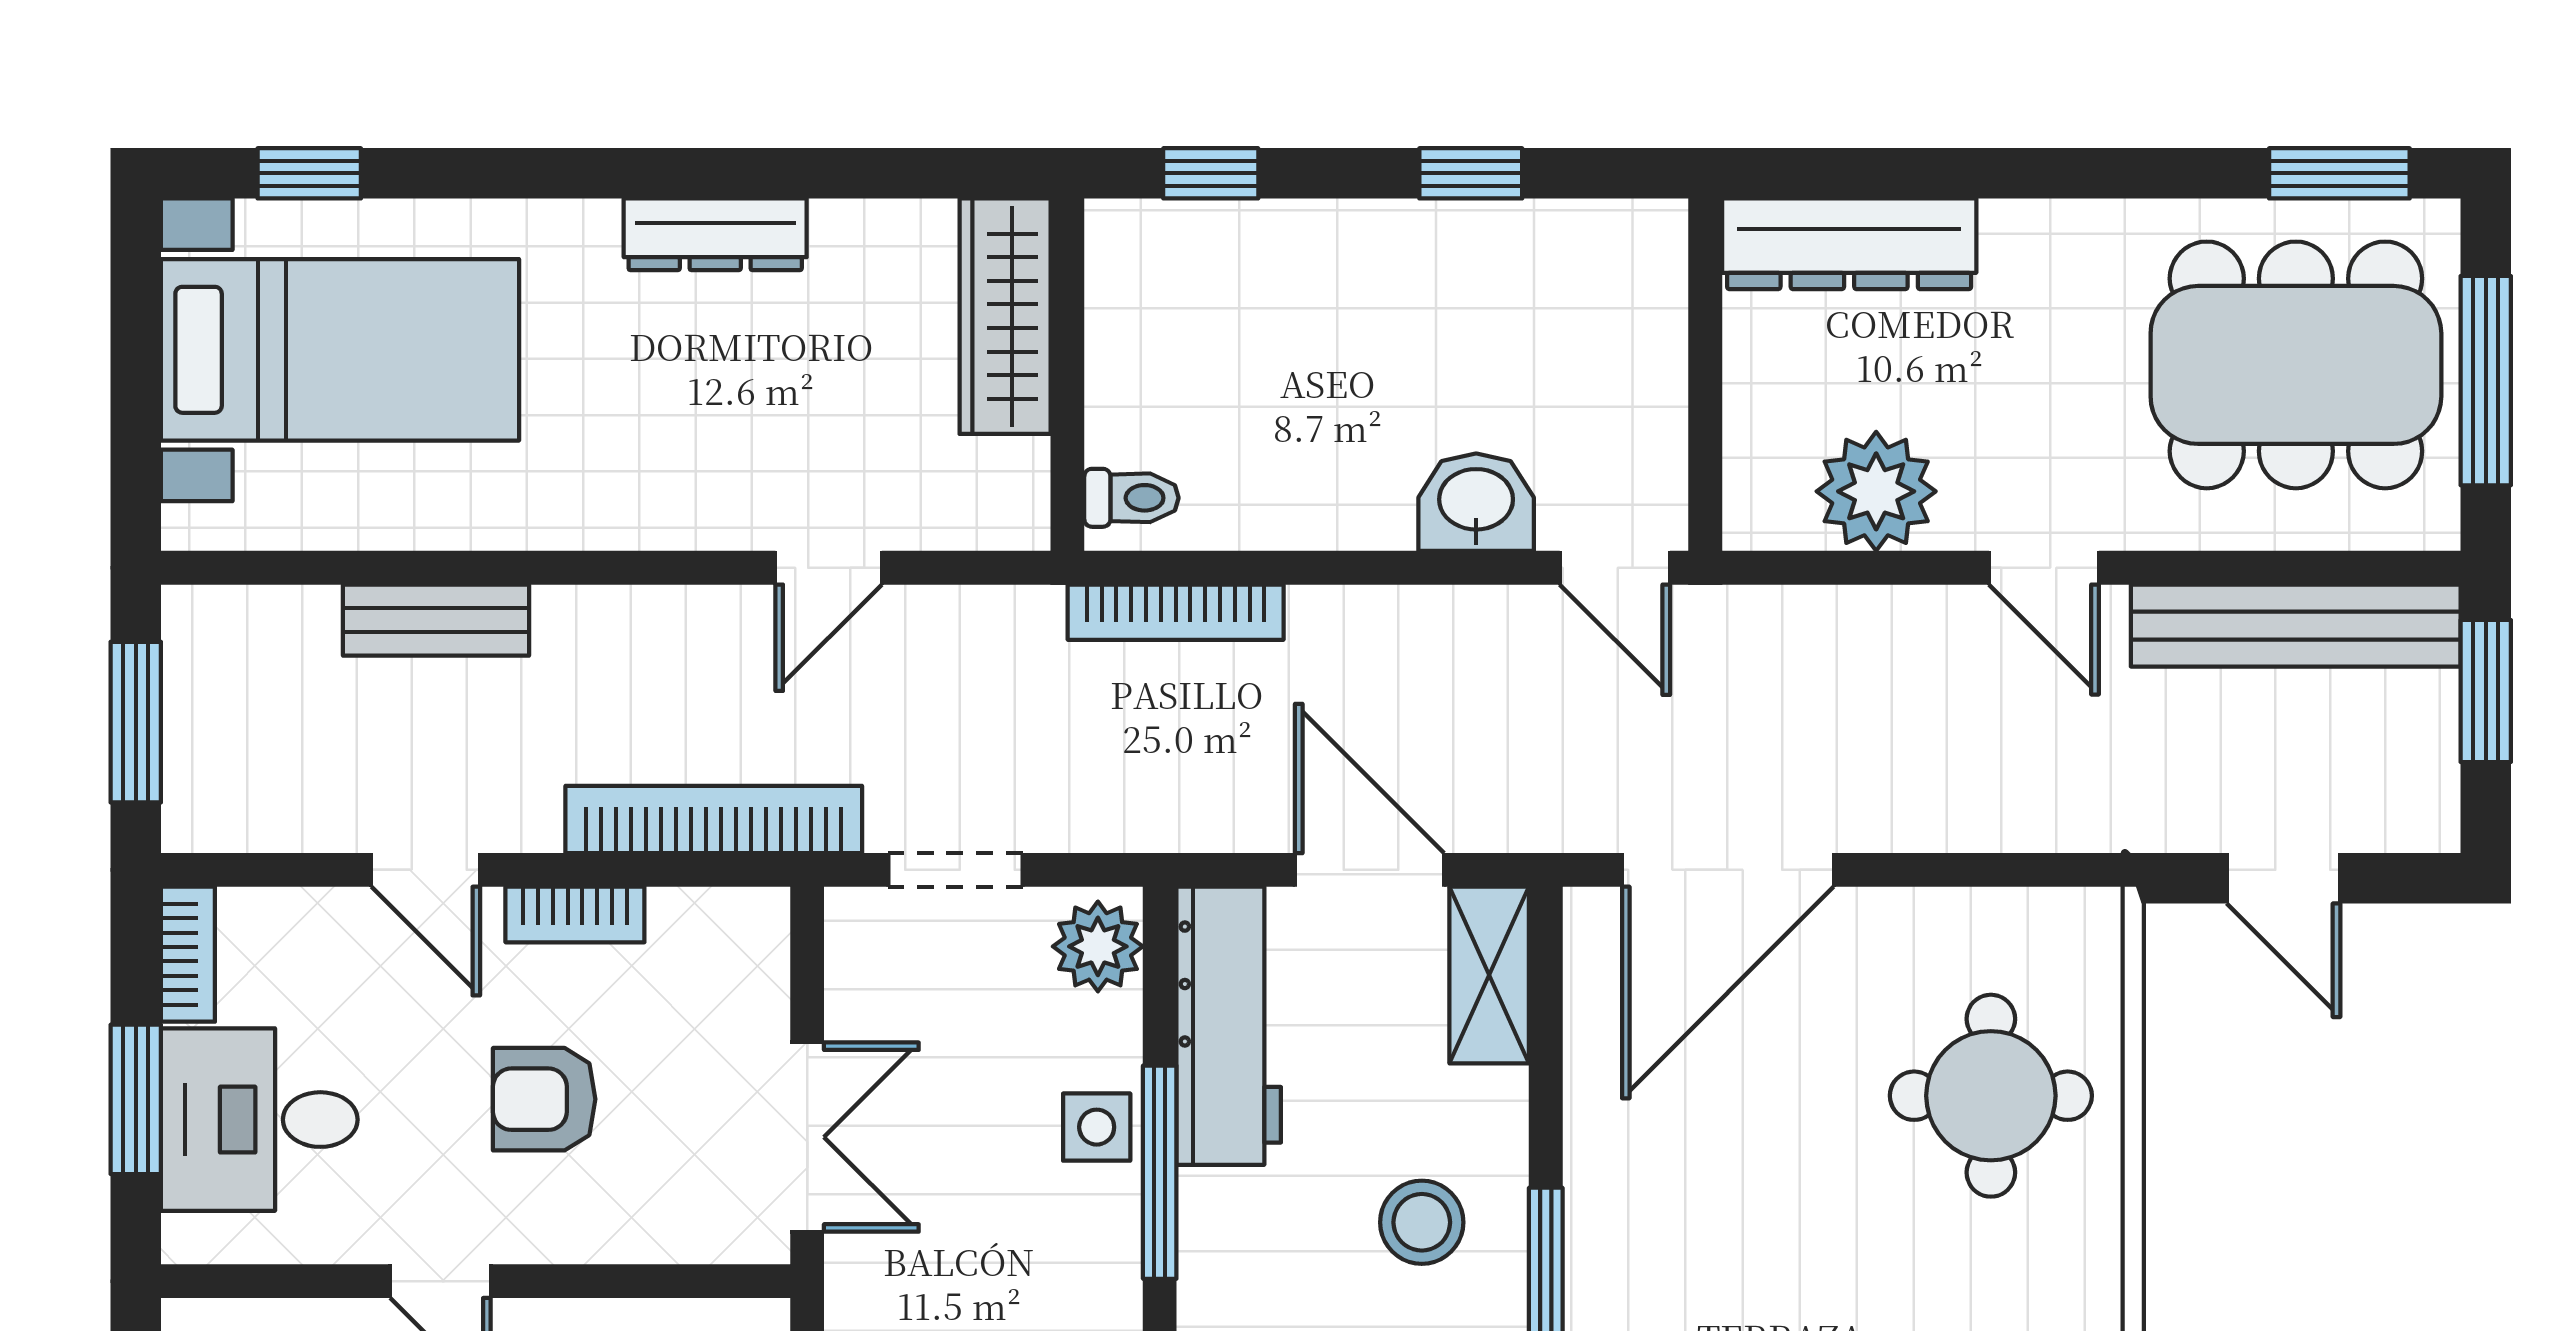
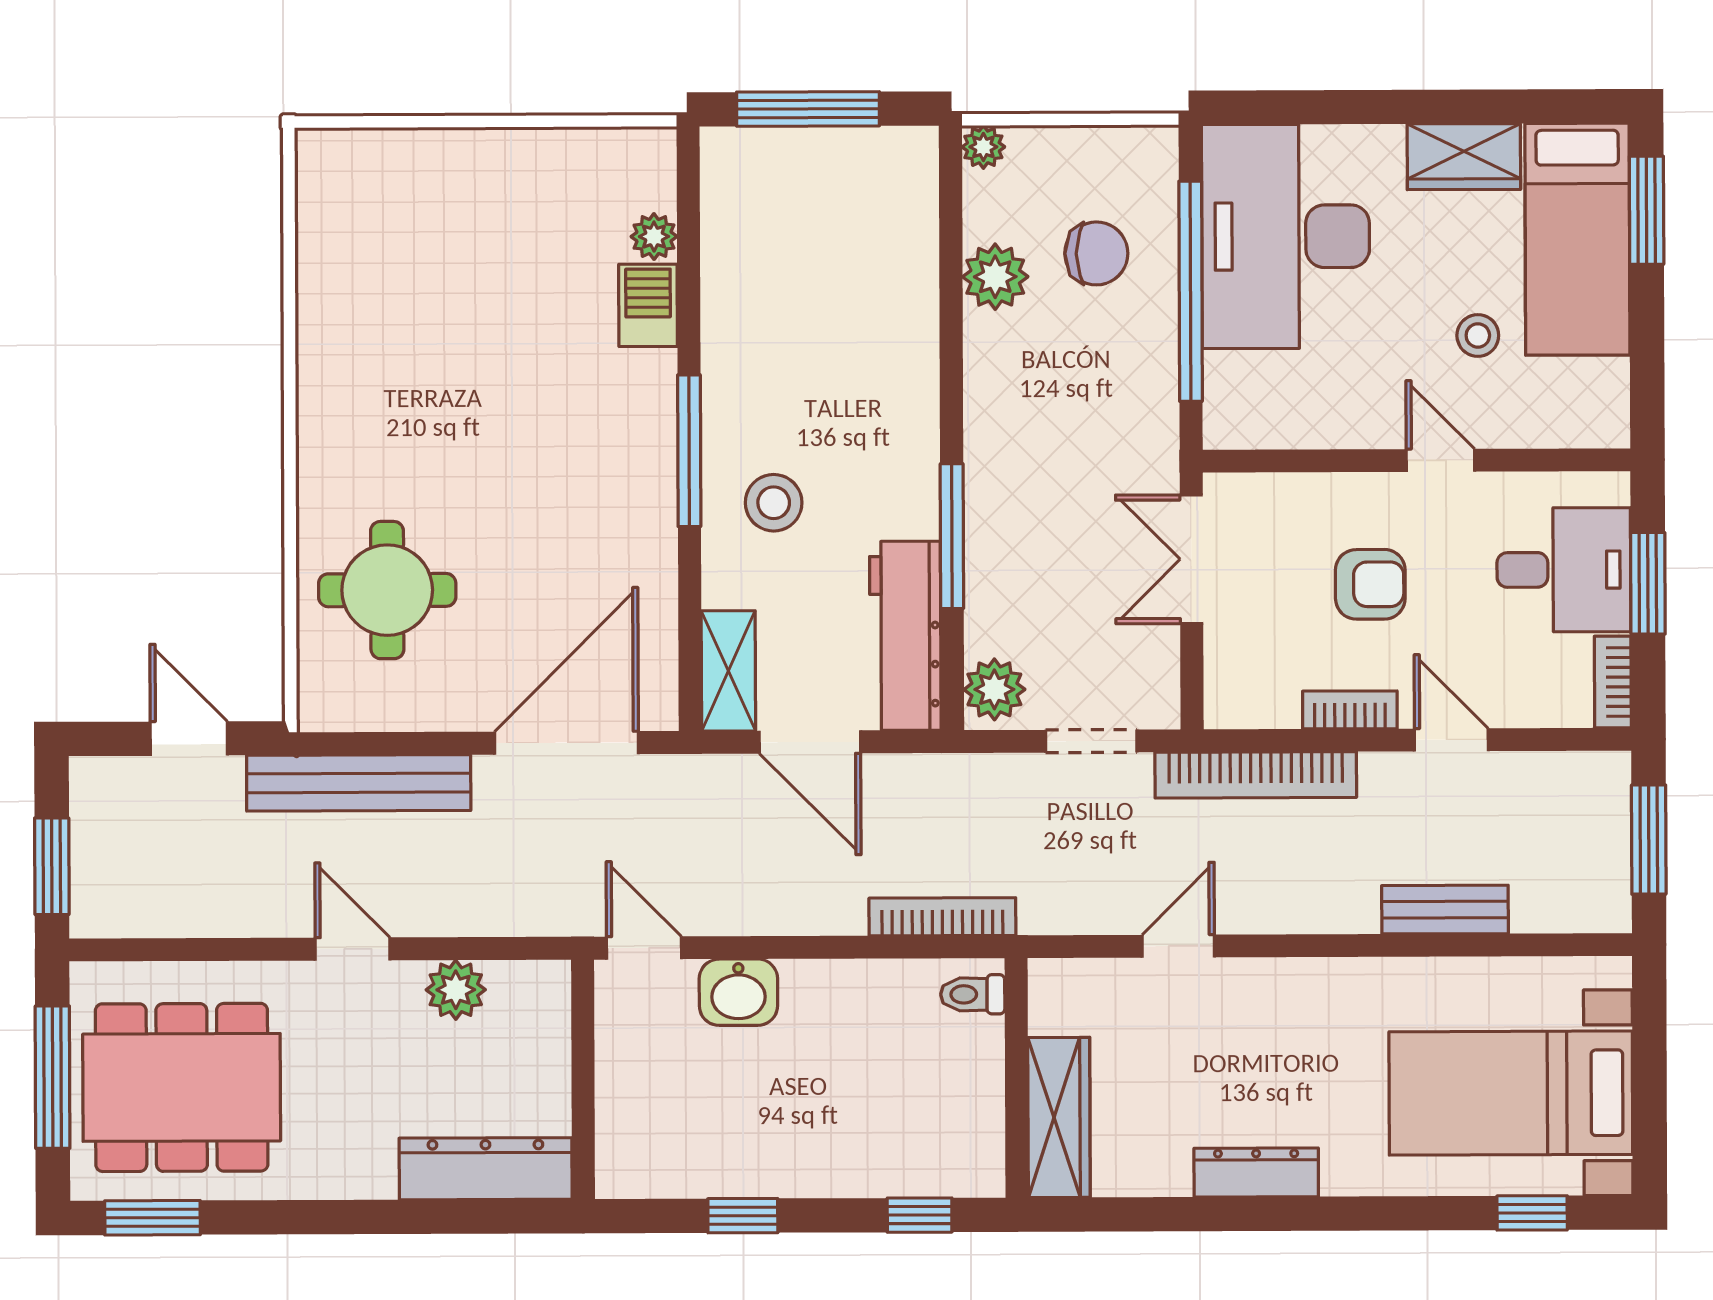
plant: (1876, 491) -> (456, 990), width x0.73, depth x0.73
bench: (2296, 626) -> (359, 783), moved
side table: (1097, 1127) -> (995, 567), removed

